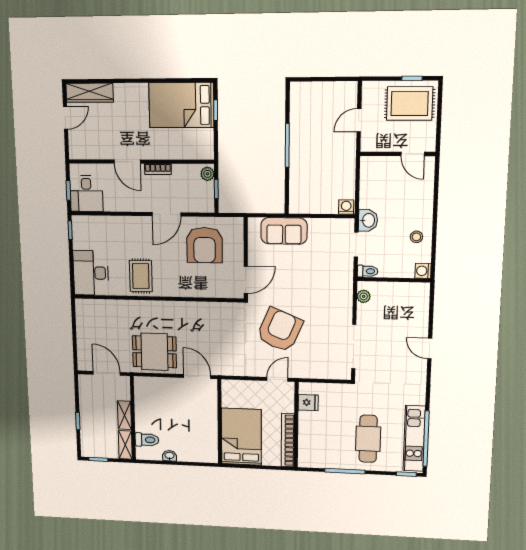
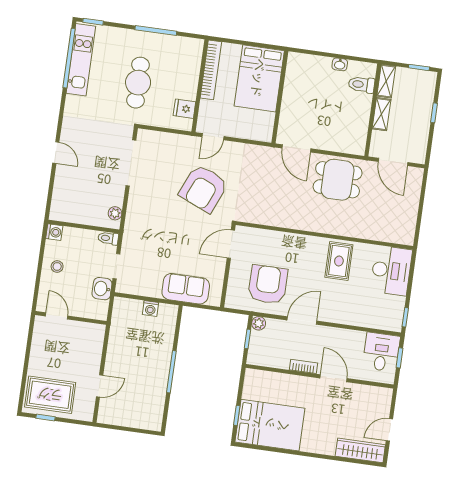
wall: (398, 154) -> (71, 318), moved
door: (413, 154) -> (57, 316), moved
plant: (207, 174) -> (259, 323), moved
washing machine: (346, 207) -> (150, 308), moved
cafe table: (368, 439) -> (138, 83), moved

